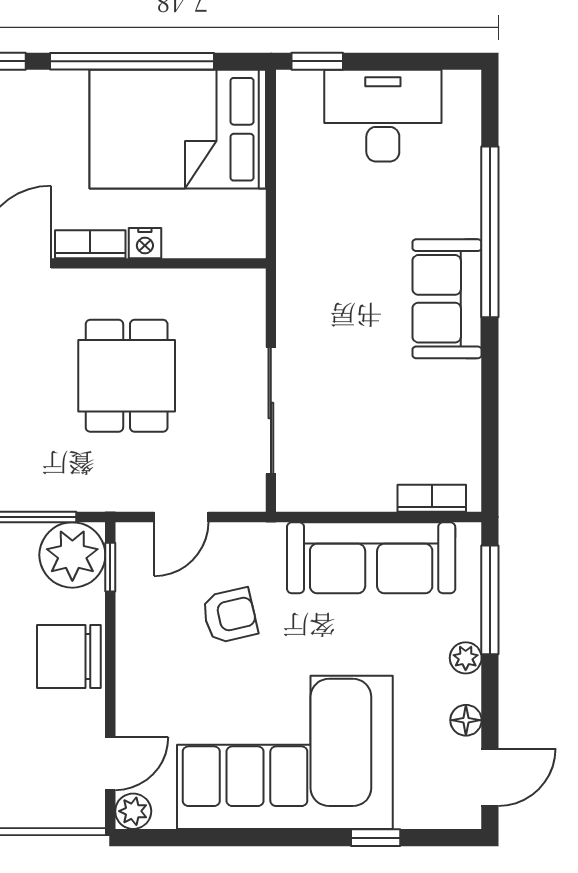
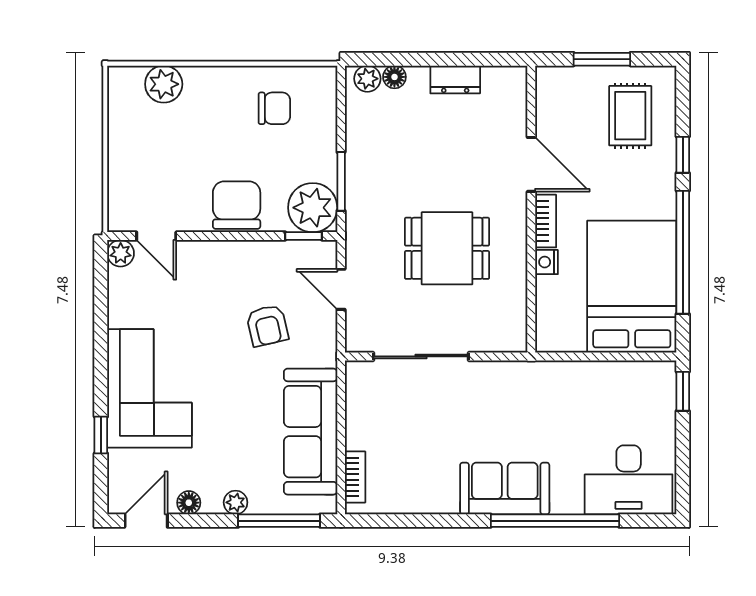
desk: (383, 116) -> (629, 480), moved, turned 90
corner sofa: (285, 752) -> (149, 388), width x0.73, depth x0.74
door: (490, 777) -> (146, 521), swing flipped

